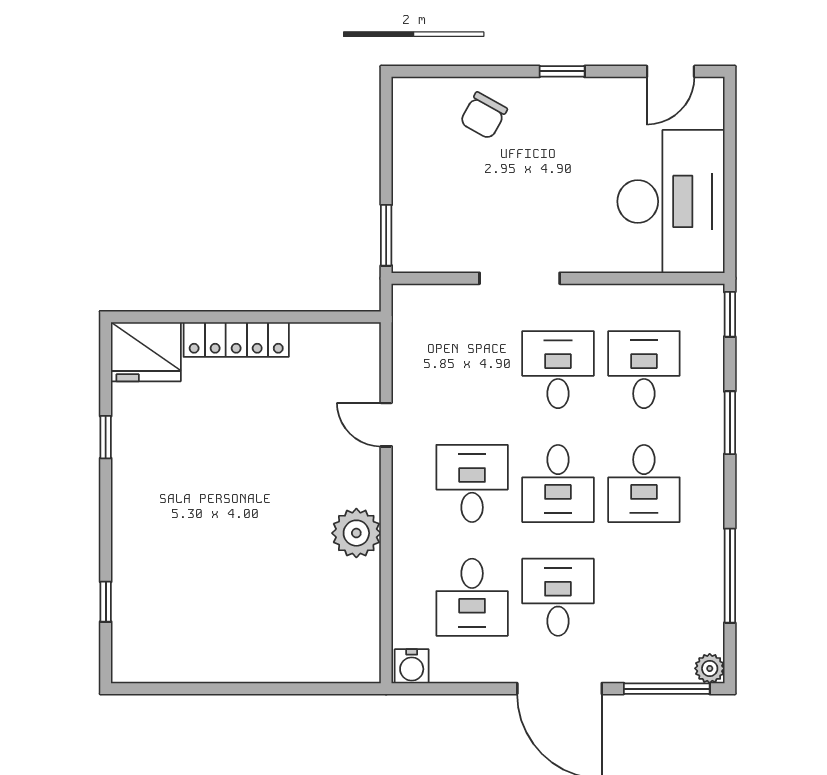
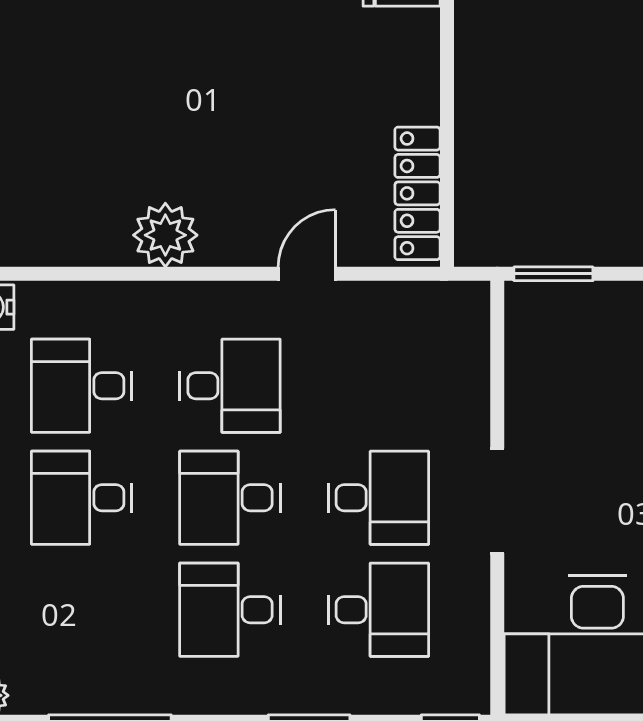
doorway: (520, 278) -> (497, 501), moved
locker: (236, 340) -> (417, 193), moved
desk: (558, 597) -> (82, 498), turned 180

